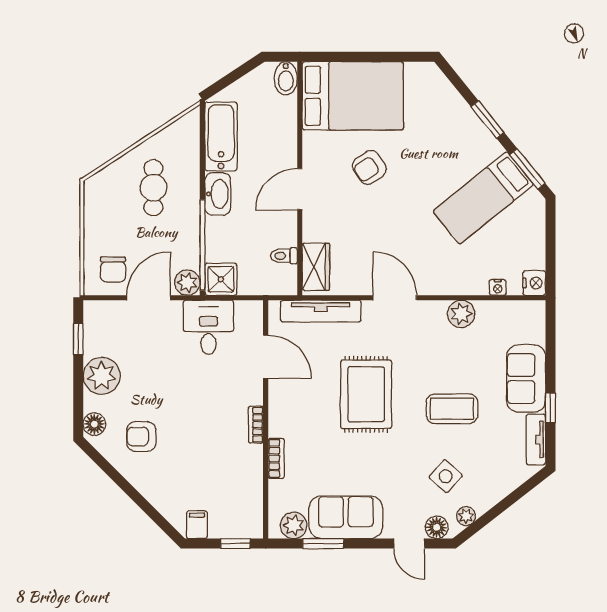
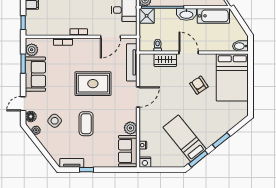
wardrobe: (316, 267) -> (165, 60), moved
sofa: (526, 378) -> (128, 151), moved, turned -90

